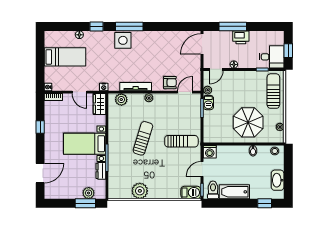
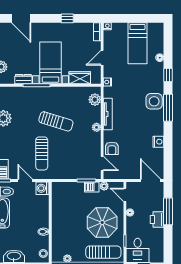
nightstand: (163, 36) -> (158, 142), added
wardrobe: (99, 104) -> (80, 78), moved
parasol: (248, 122) -> (102, 222), moved
sun lounger: (181, 141) -> (42, 153), moved

